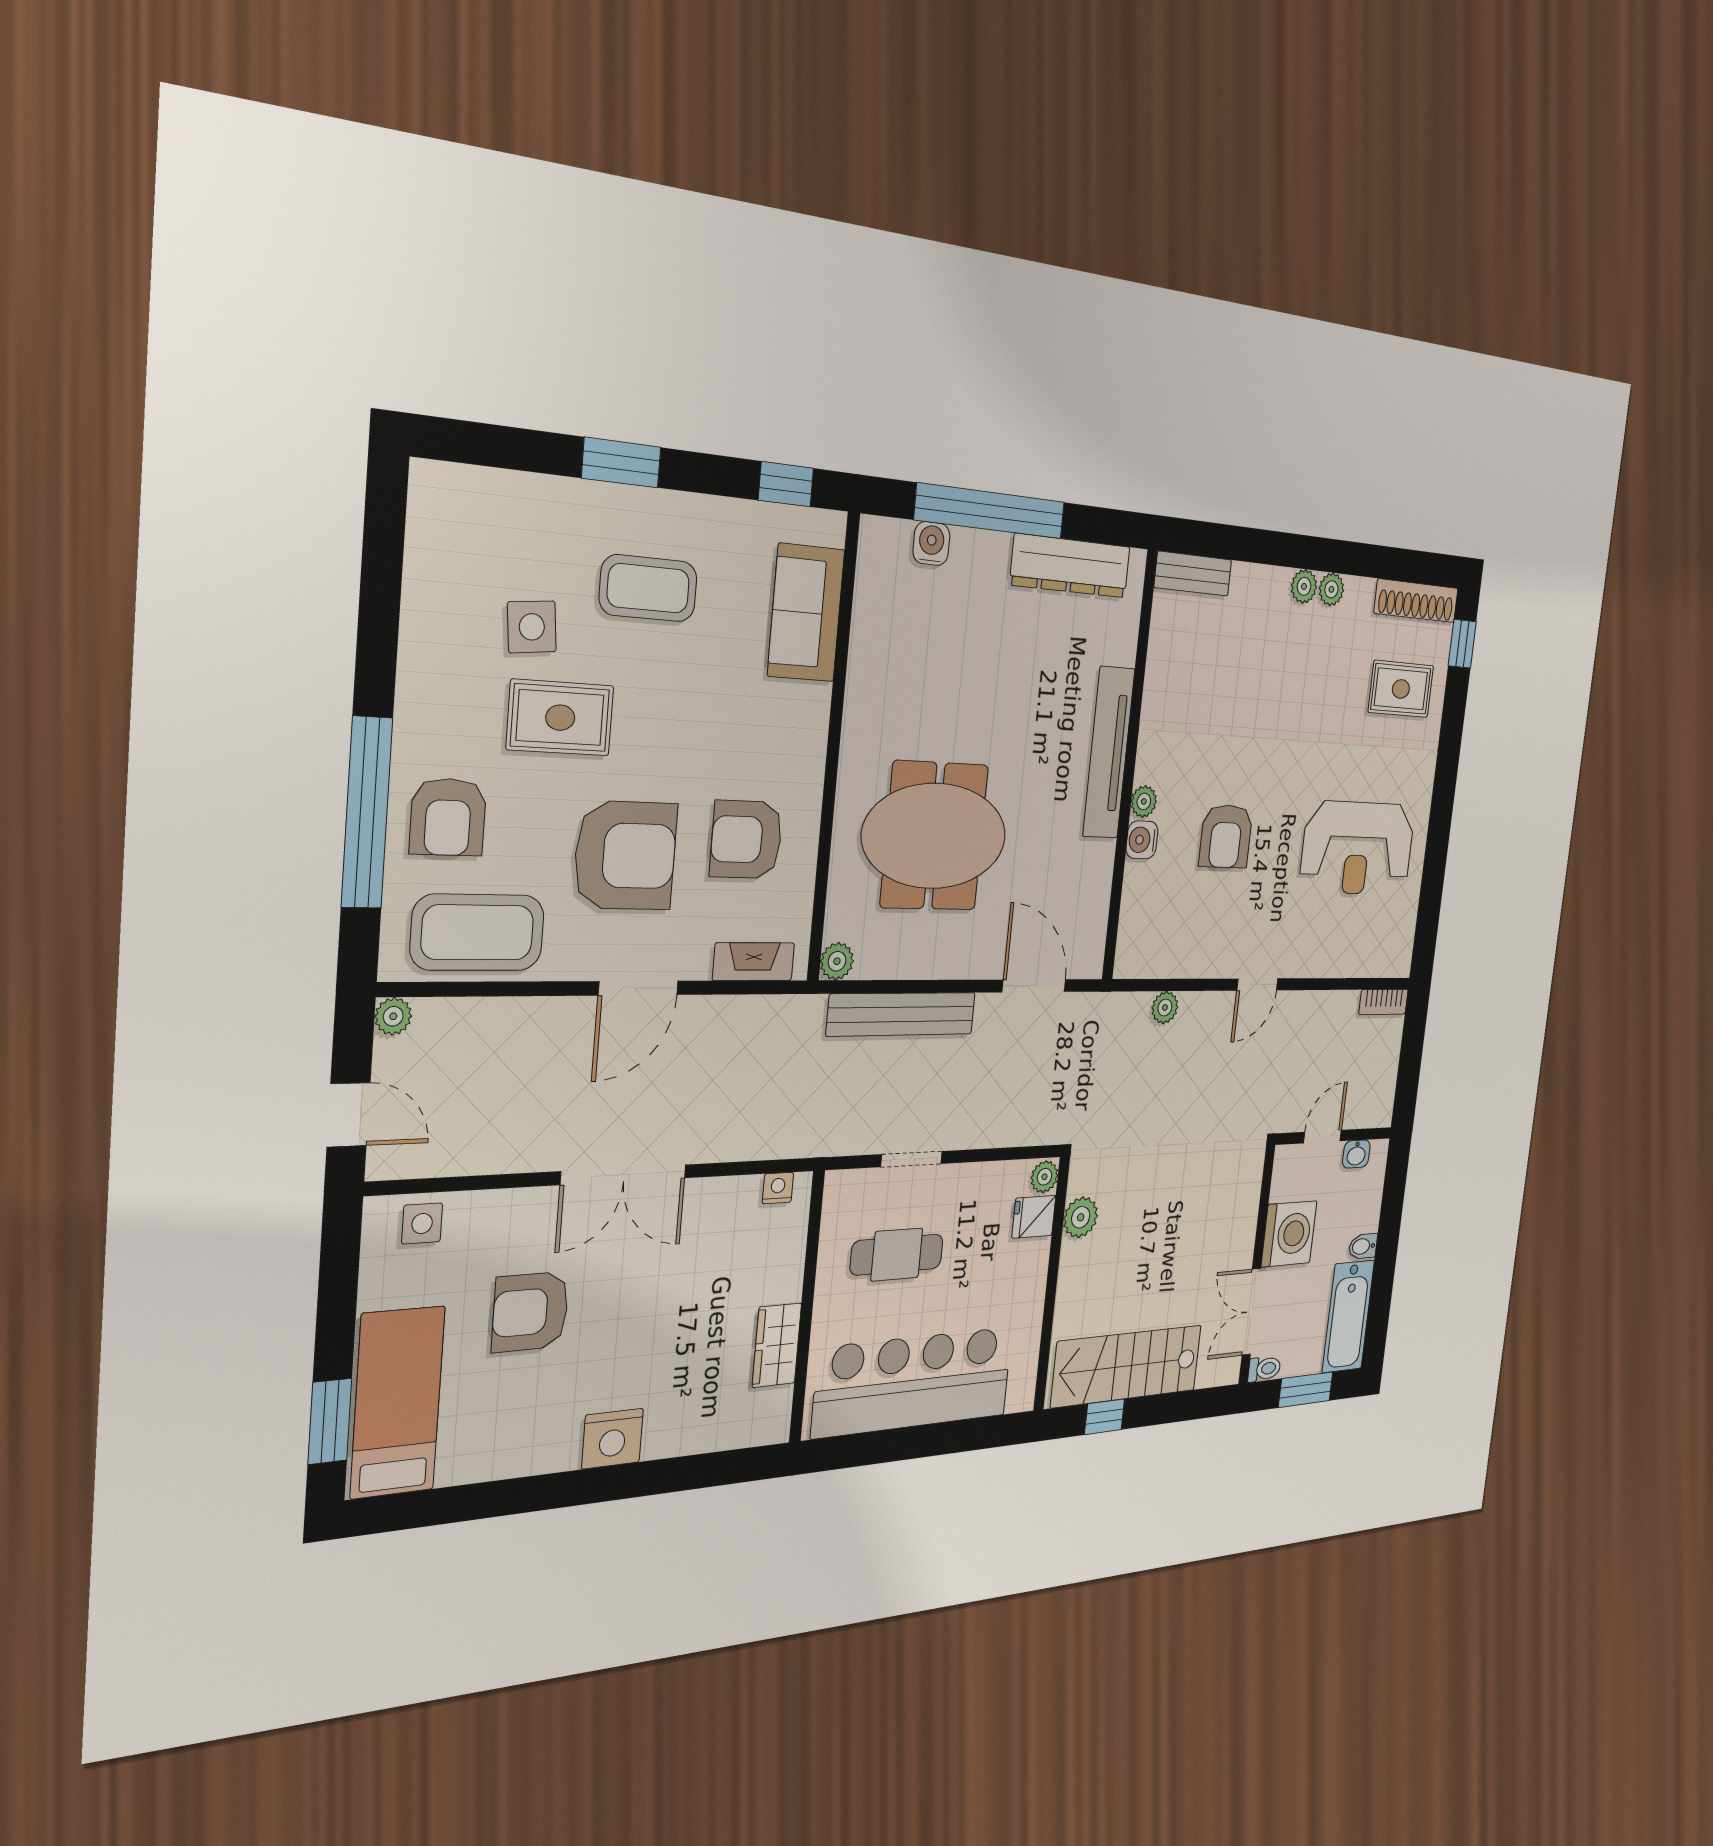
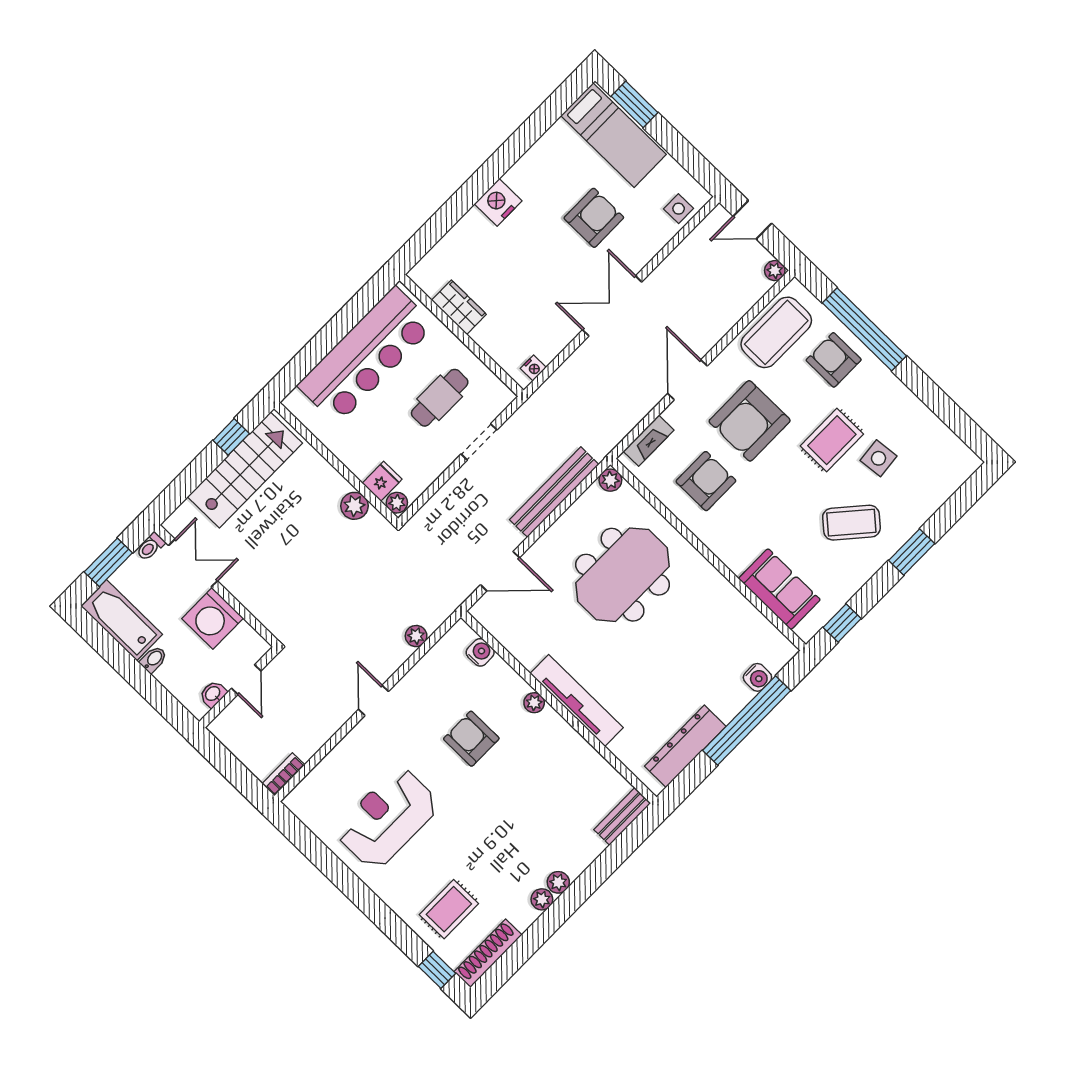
coffee table: (648, 588) -> (851, 523), turned 41
water cooler: (1142, 840) -> (480, 652), moved

